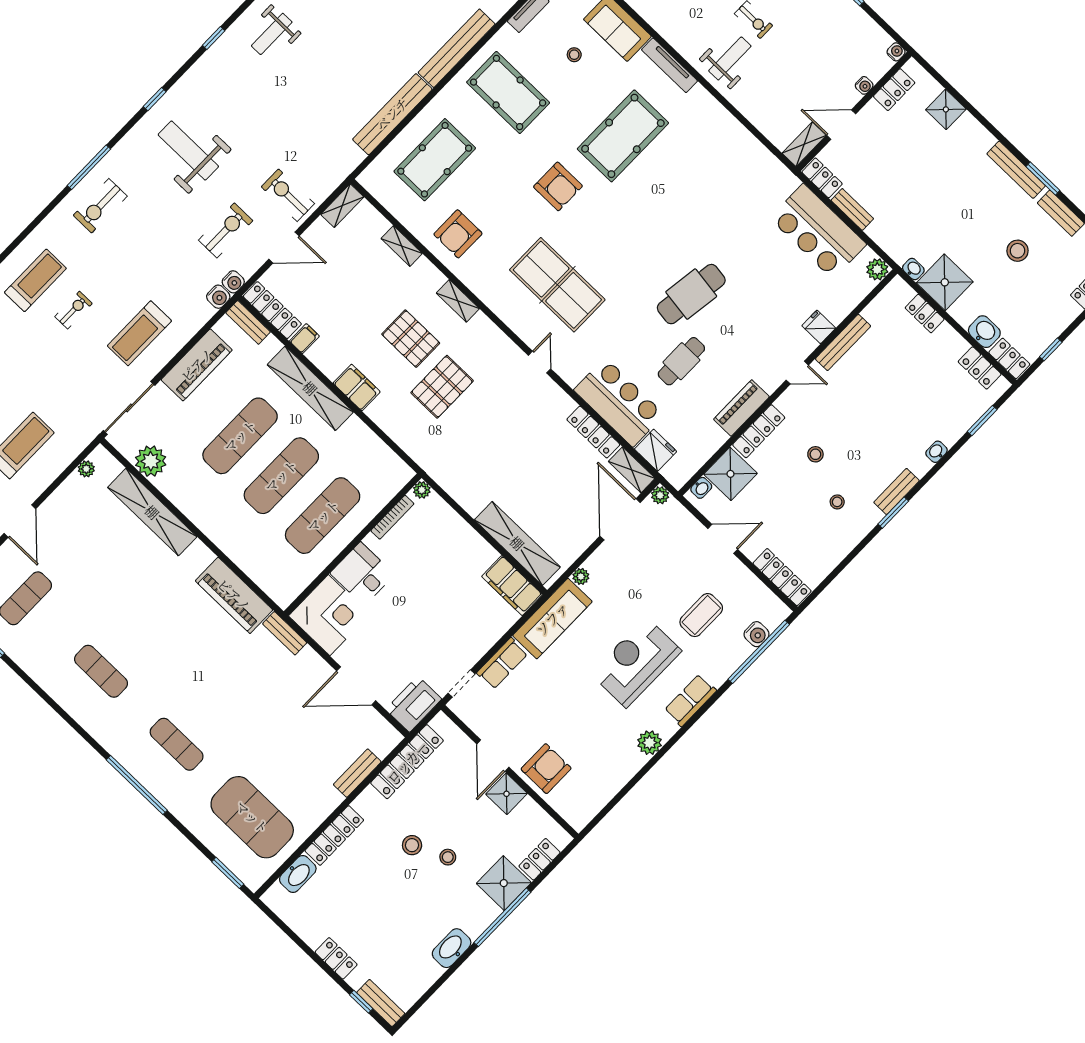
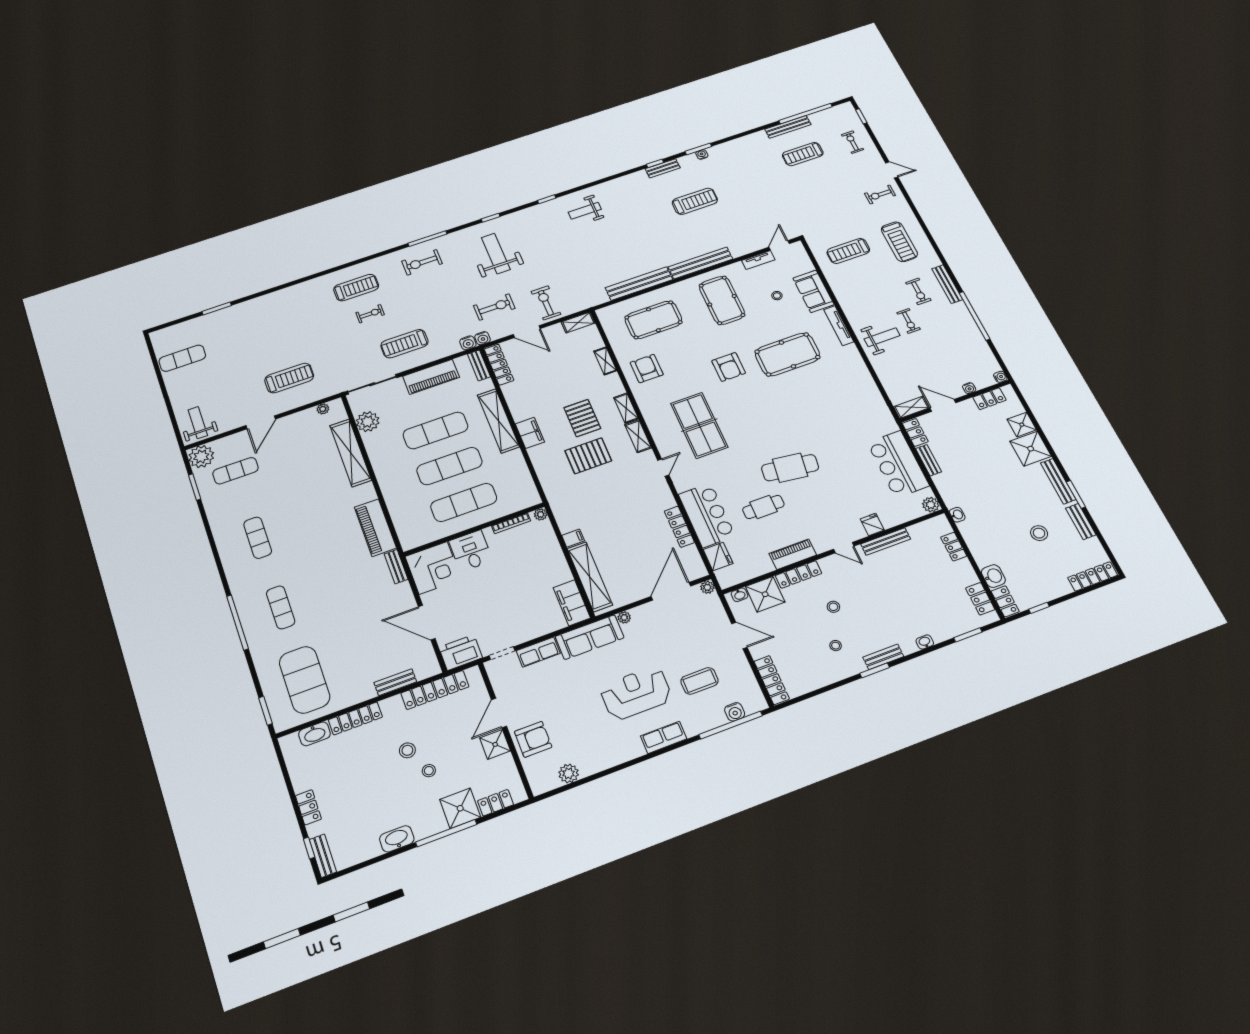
armchair: (458, 234) -> (647, 369), turned 90
shower: (945, 282) -> (1031, 449), moved
filing cabinet: (304, 339) -> (573, 538), moved
shelving: (632, 470) -> (638, 436), moved
plant: (650, 743) -> (569, 773), moved

